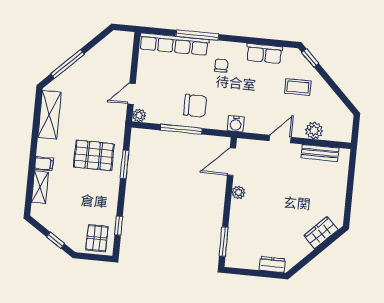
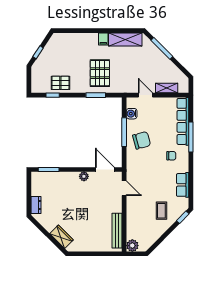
chair: (195, 106) -> (142, 140), turned -105
plant: (139, 115) -> (131, 102), removed
water cooler: (236, 124) -> (132, 114), moved
plant: (314, 130) -> (132, 246), moved
door: (280, 139) -> (124, 188), moved
bench: (320, 153) -> (117, 231), width x1.36
filing cabinet: (44, 164) -> (103, 39), moved
shelving: (40, 187) -> (167, 88), moved
pallet: (97, 238) -> (60, 83), moved

